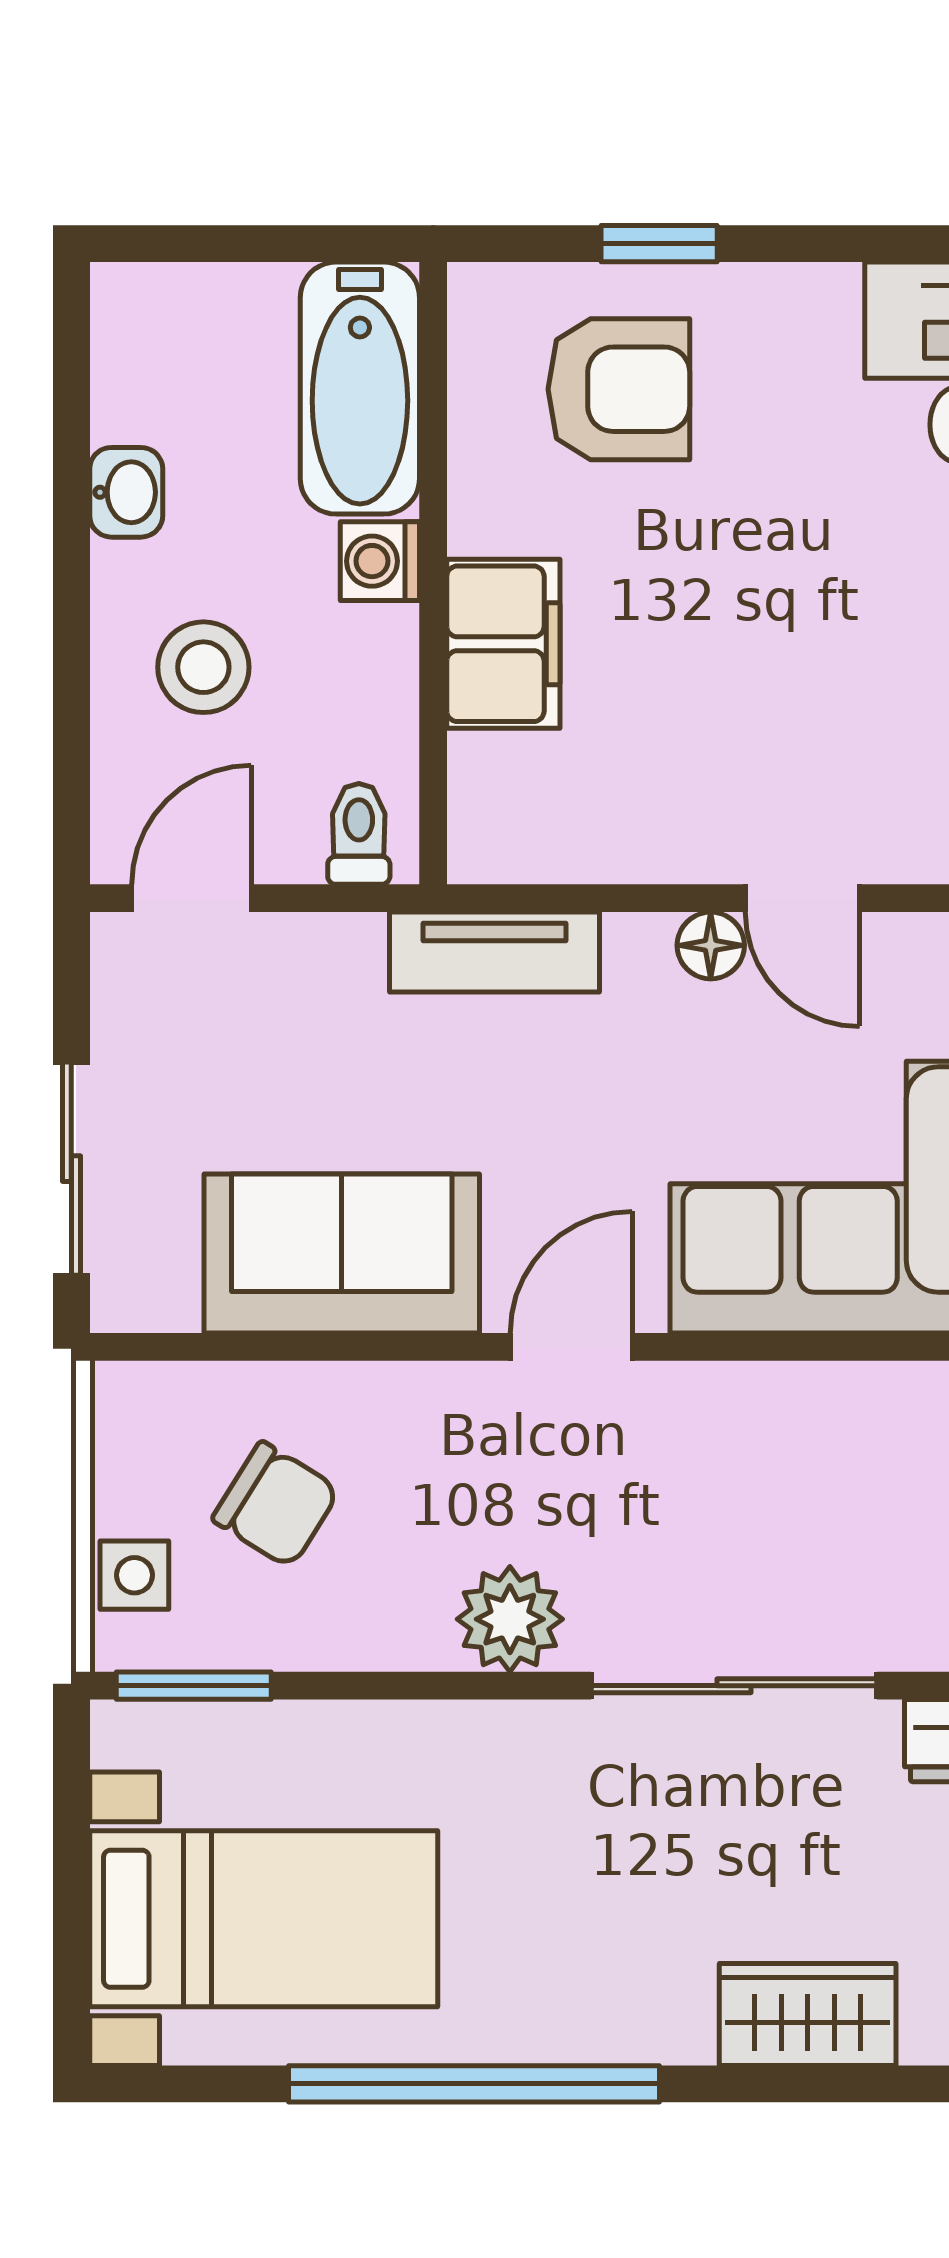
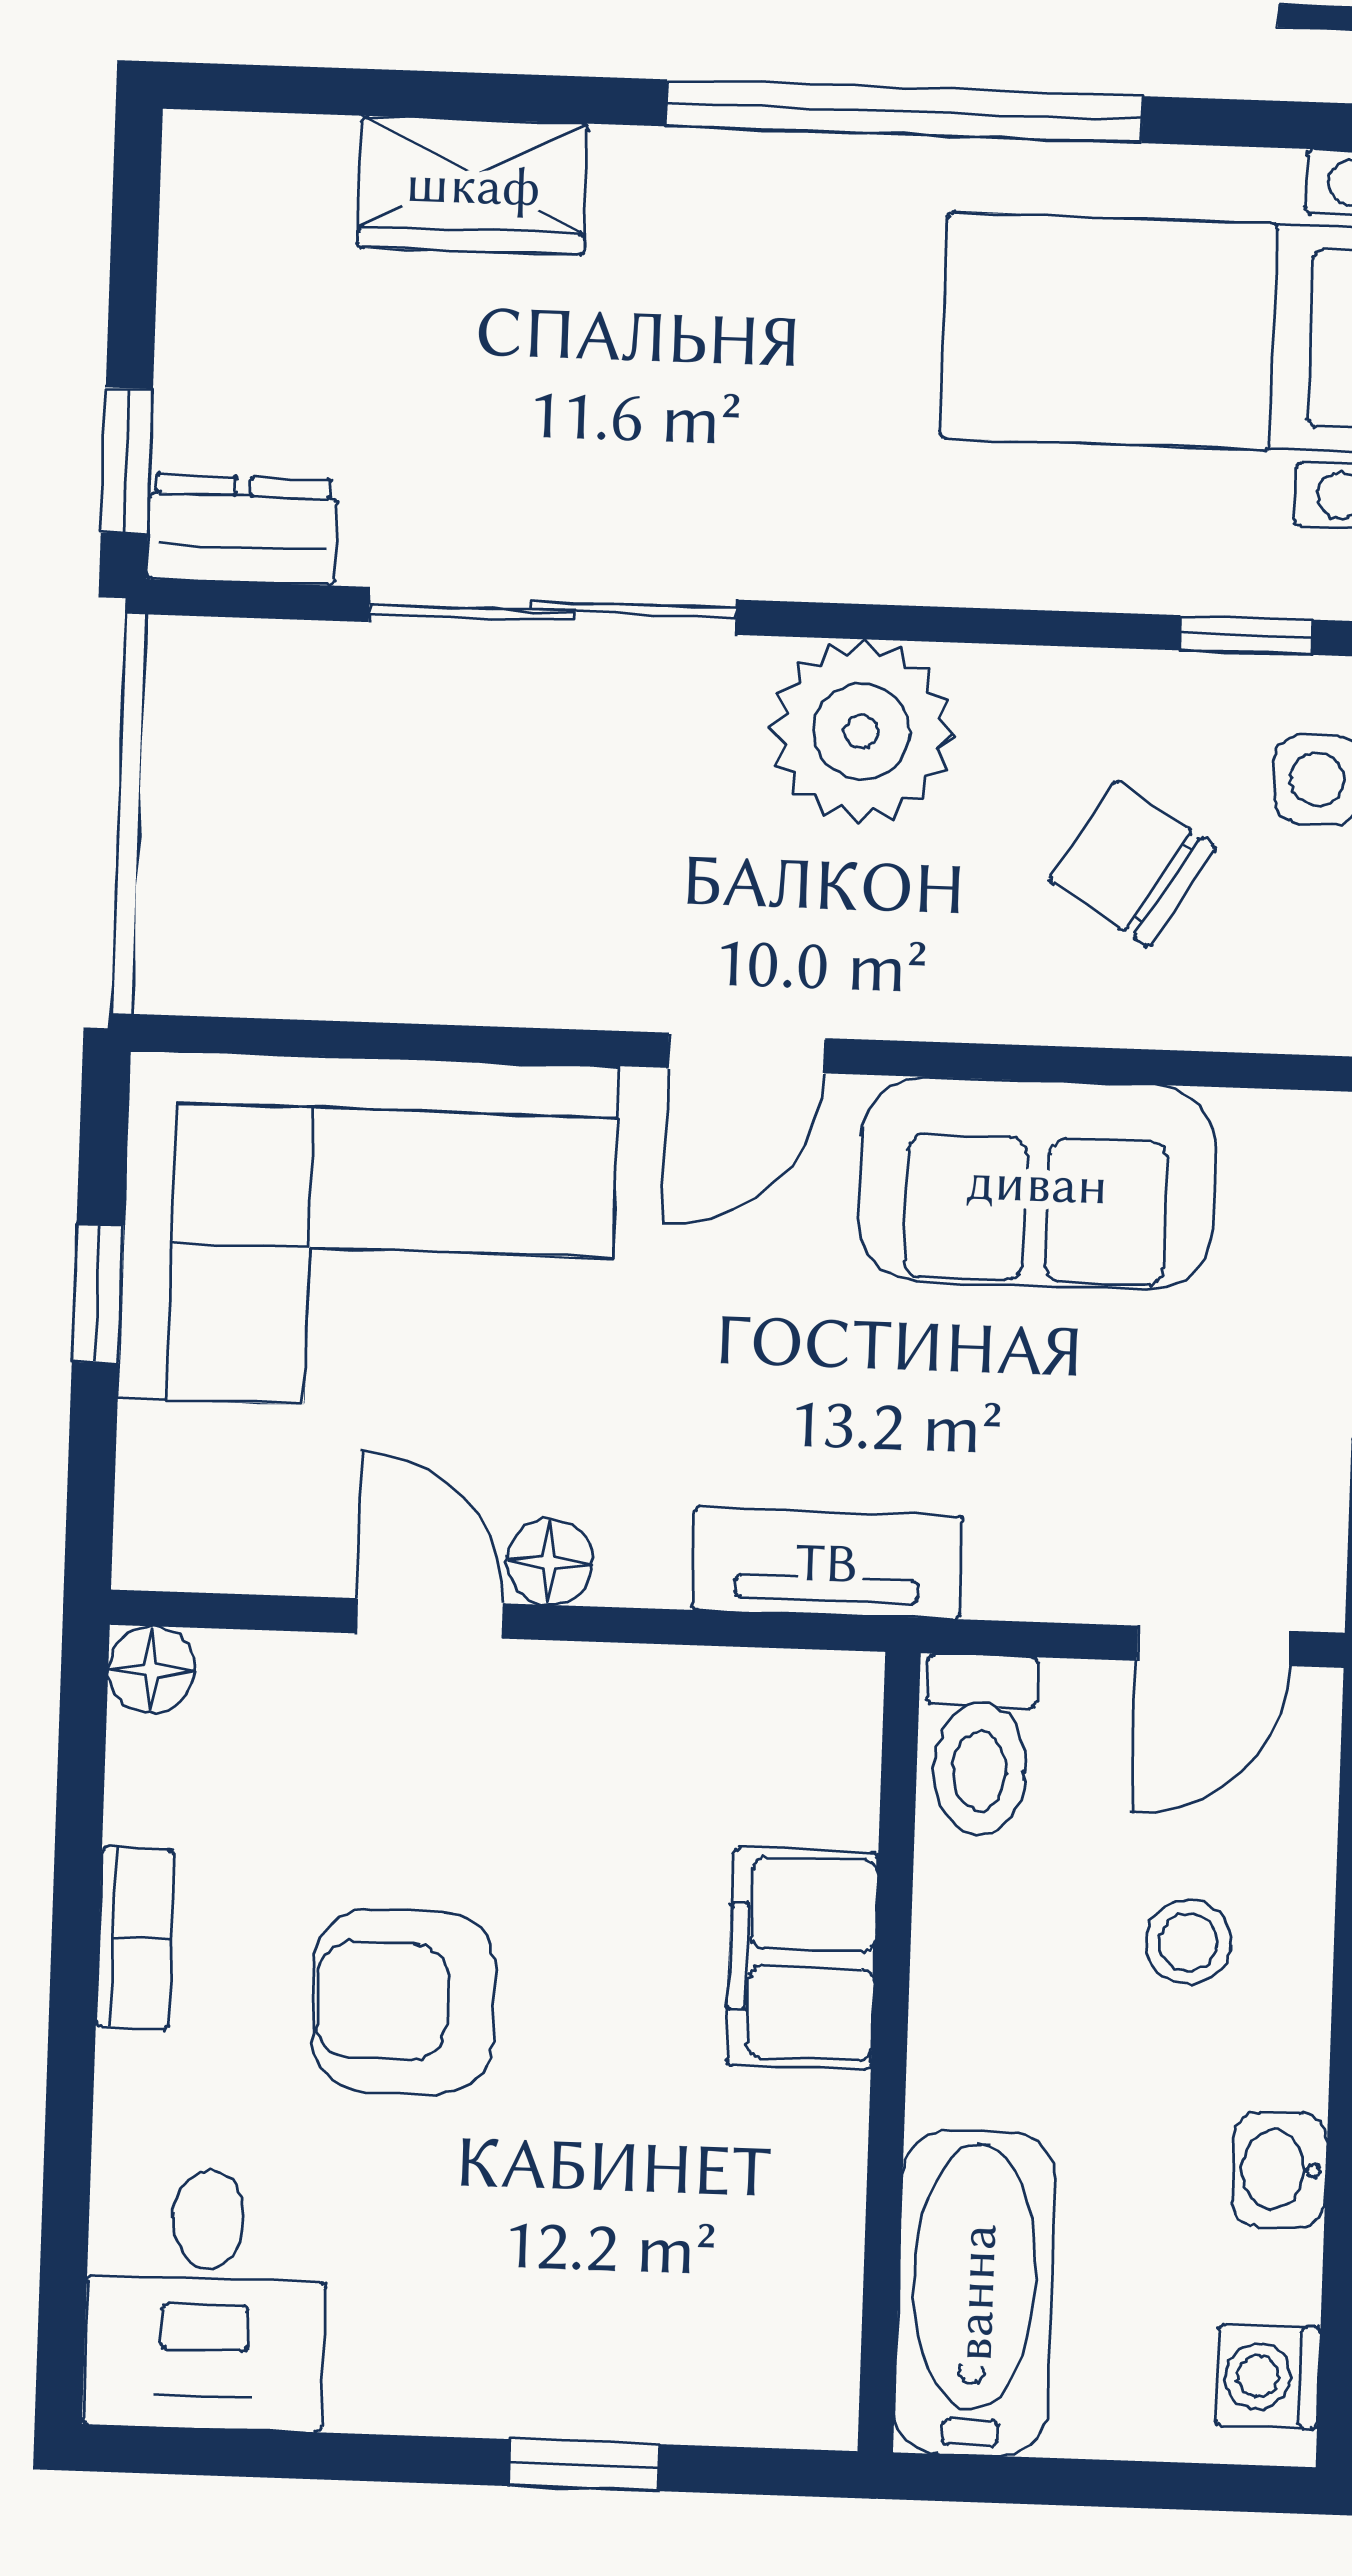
armchair: (619, 389) -> (404, 2002), moved
washing machine: (380, 561) -> (1268, 2377), moved, turned 180
stool: (203, 667) -> (1188, 1942), width x0.73, depth x0.73
toilet: (359, 834) -> (980, 1745), width x1.37, depth x1.39
plant: (510, 1619) -> (861, 732), width x1.36, depth x1.36
window: (194, 1686) -> (1246, 635), width x0.67

